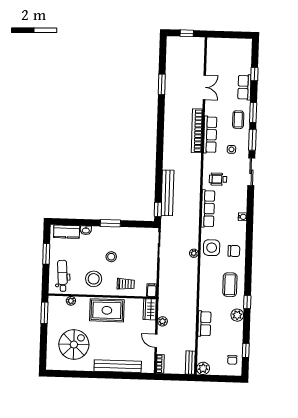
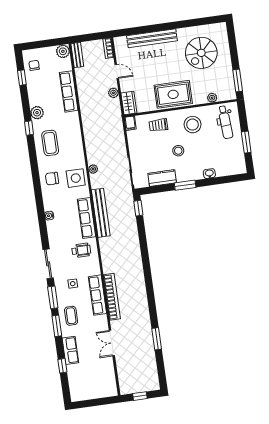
bench: (167, 193) -> (101, 213), moved
kitchen counter: (67, 232) -> (162, 178), moved
row of seats: (204, 324) -> (69, 91), width x1.48

